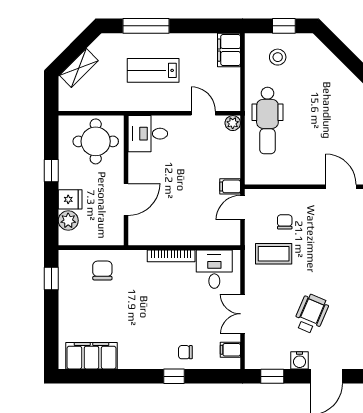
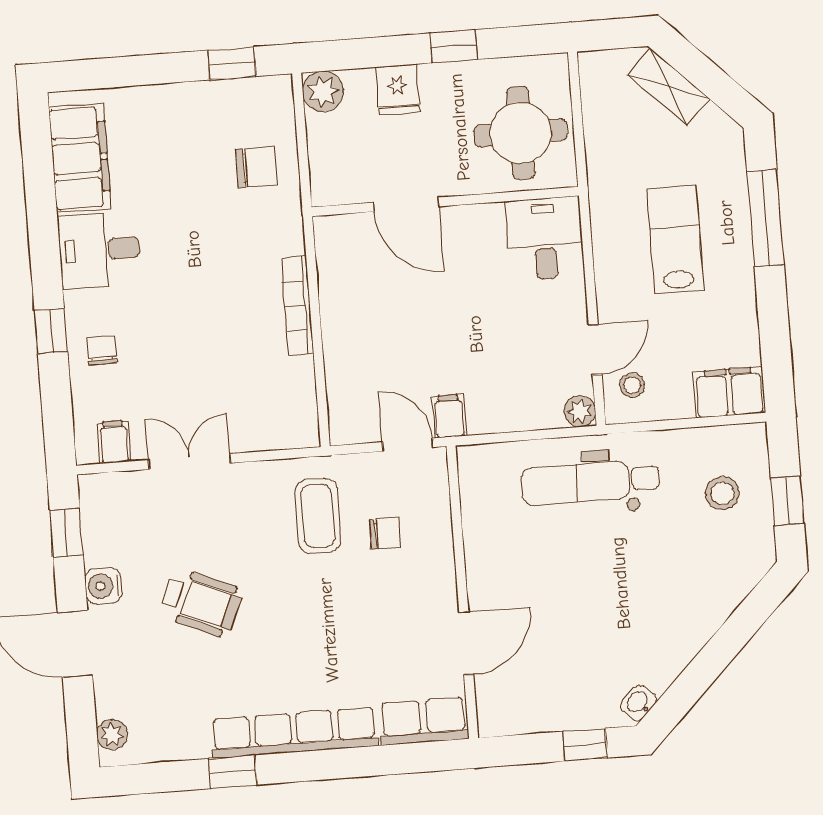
stool: (222, 97) -> (632, 385), added
plant: (68, 220) -> (323, 91), moved
desk: (214, 269) -> (99, 250), moved, turned 180

